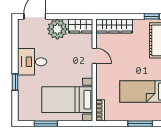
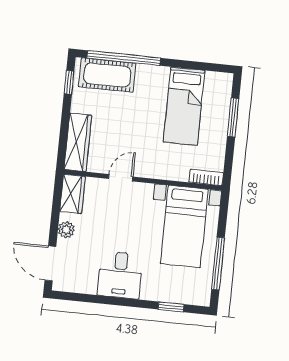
plant: (57, 29) -> (66, 230), width x0.53, depth x0.53
window: (15, 82) -> (171, 307), moved
window: (46, 124) -> (218, 263), width x1.44

